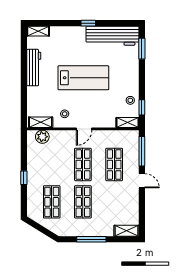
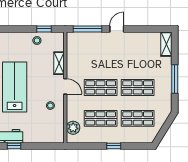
window: (24, 77) -> (14, 146), added
shelving: (41, 122) -> (59, 129), removed
shelving: (128, 123) -> (59, 63), moved
shop shelf: (114, 164) -> (101, 118), moved

